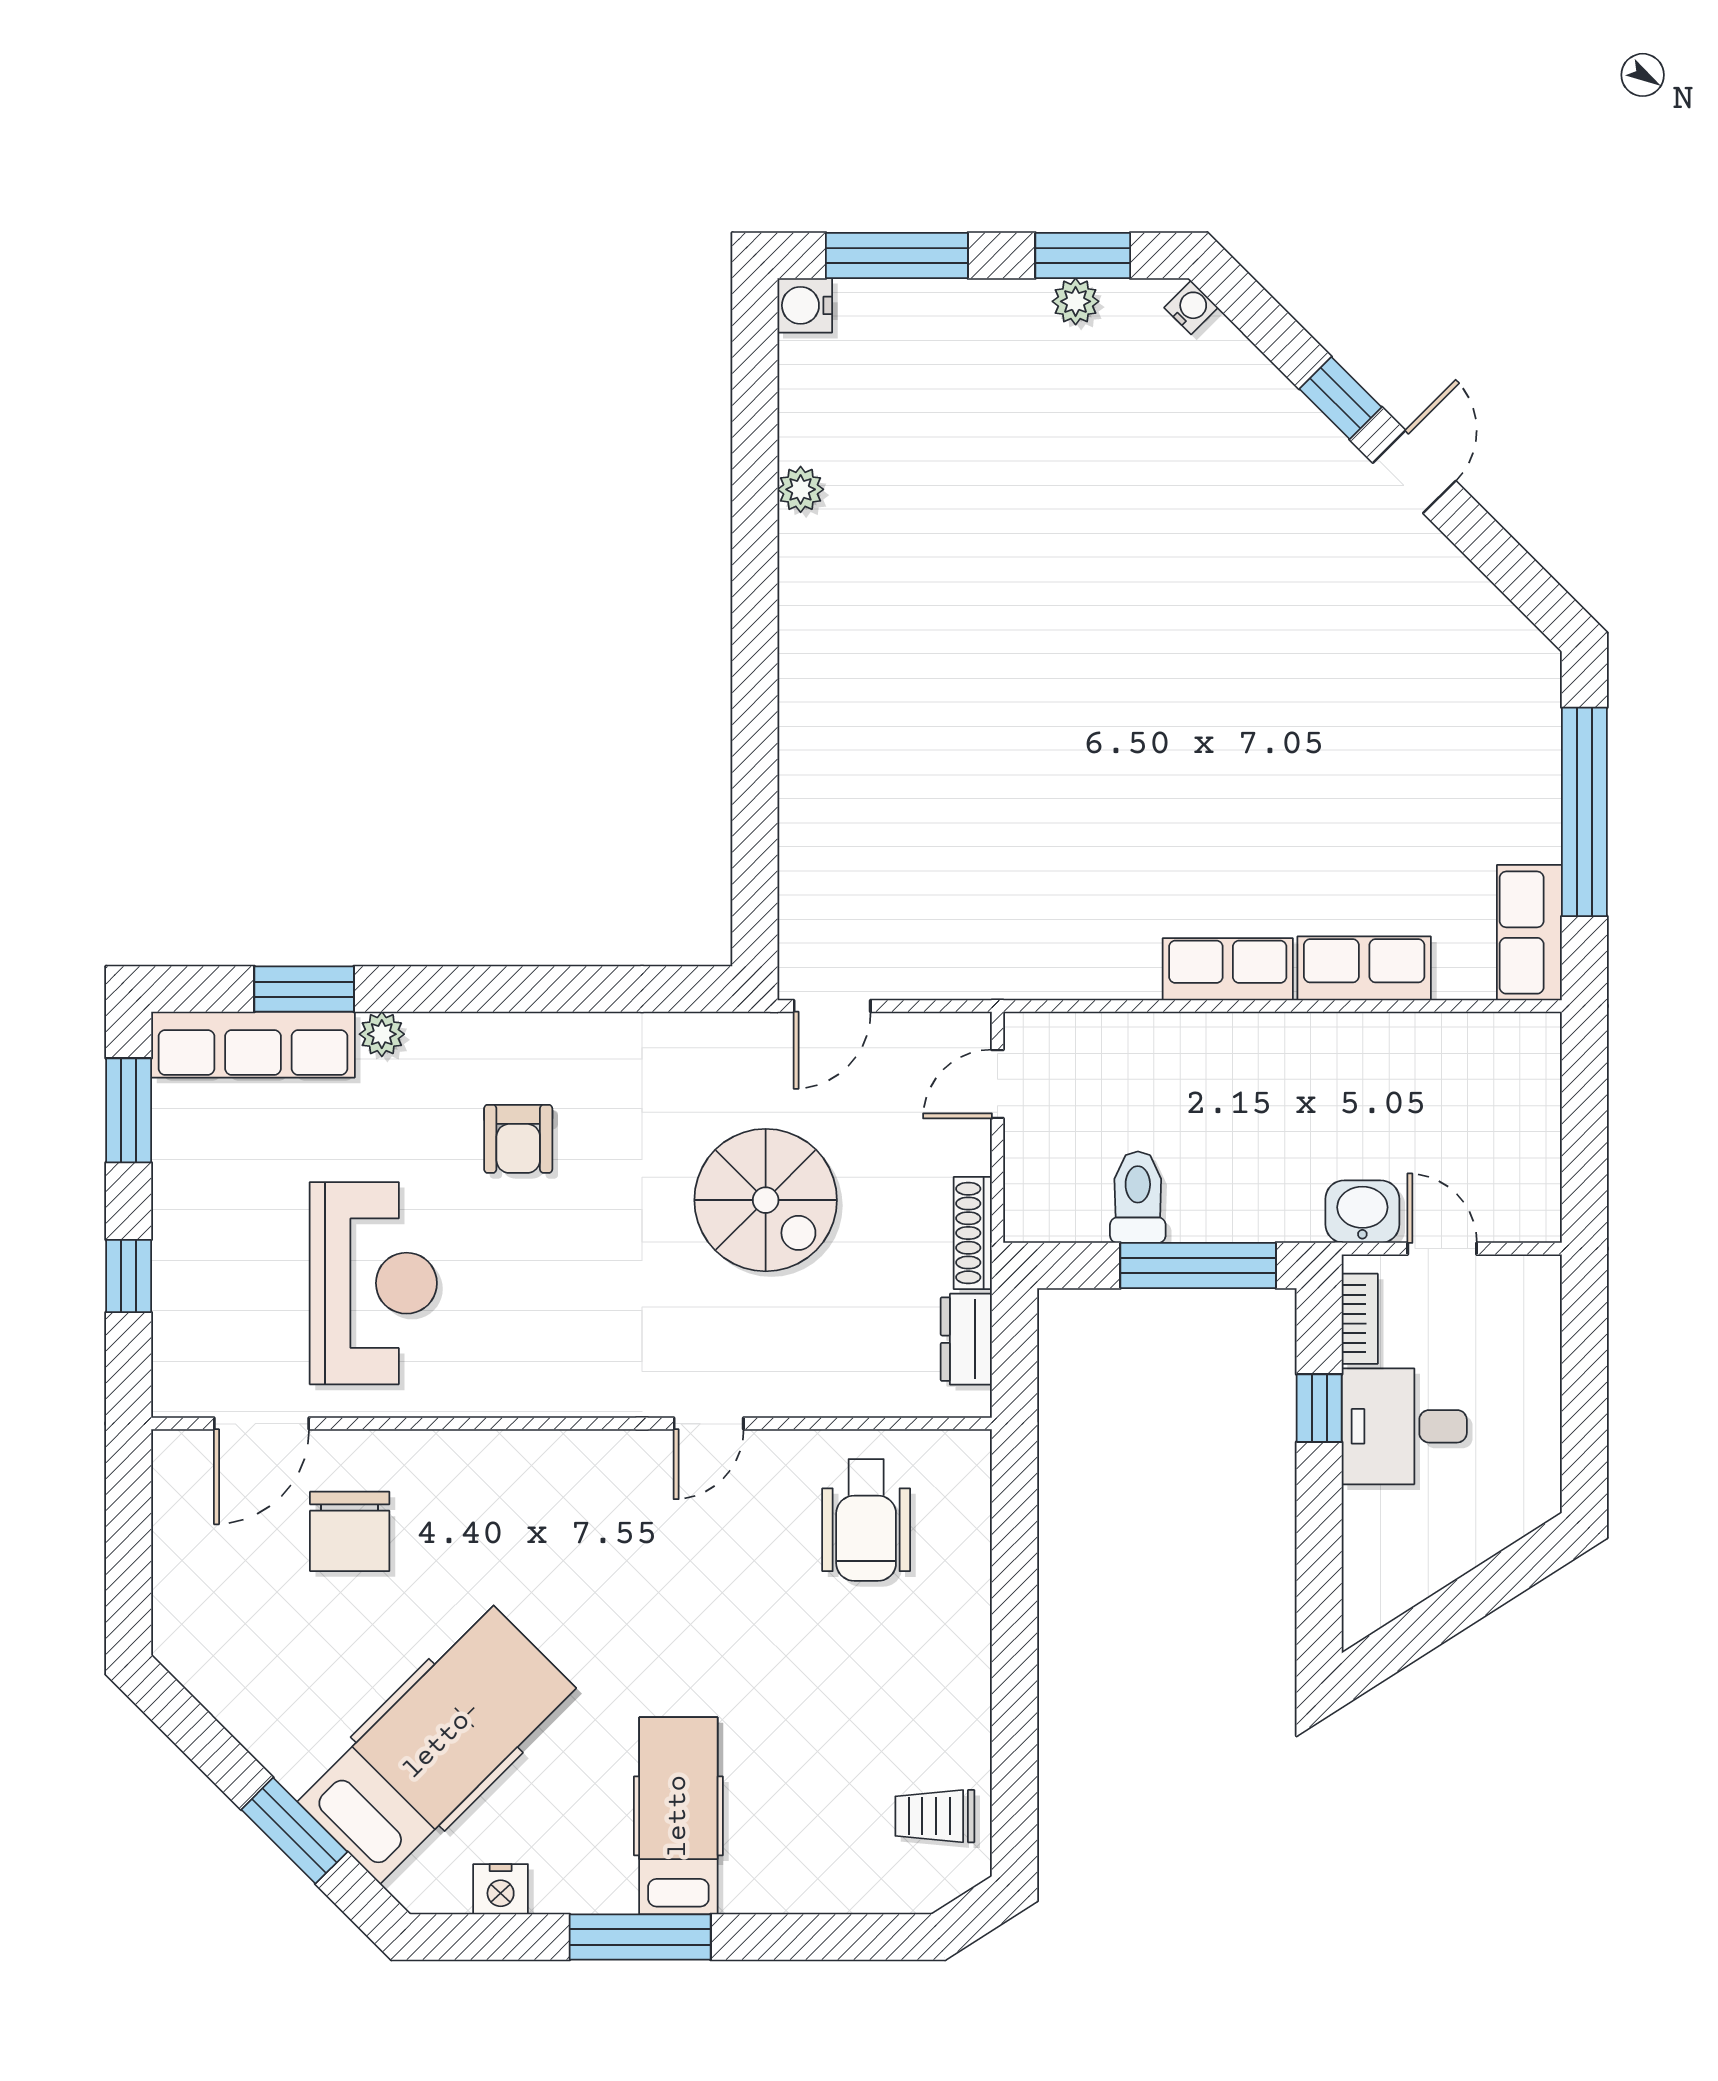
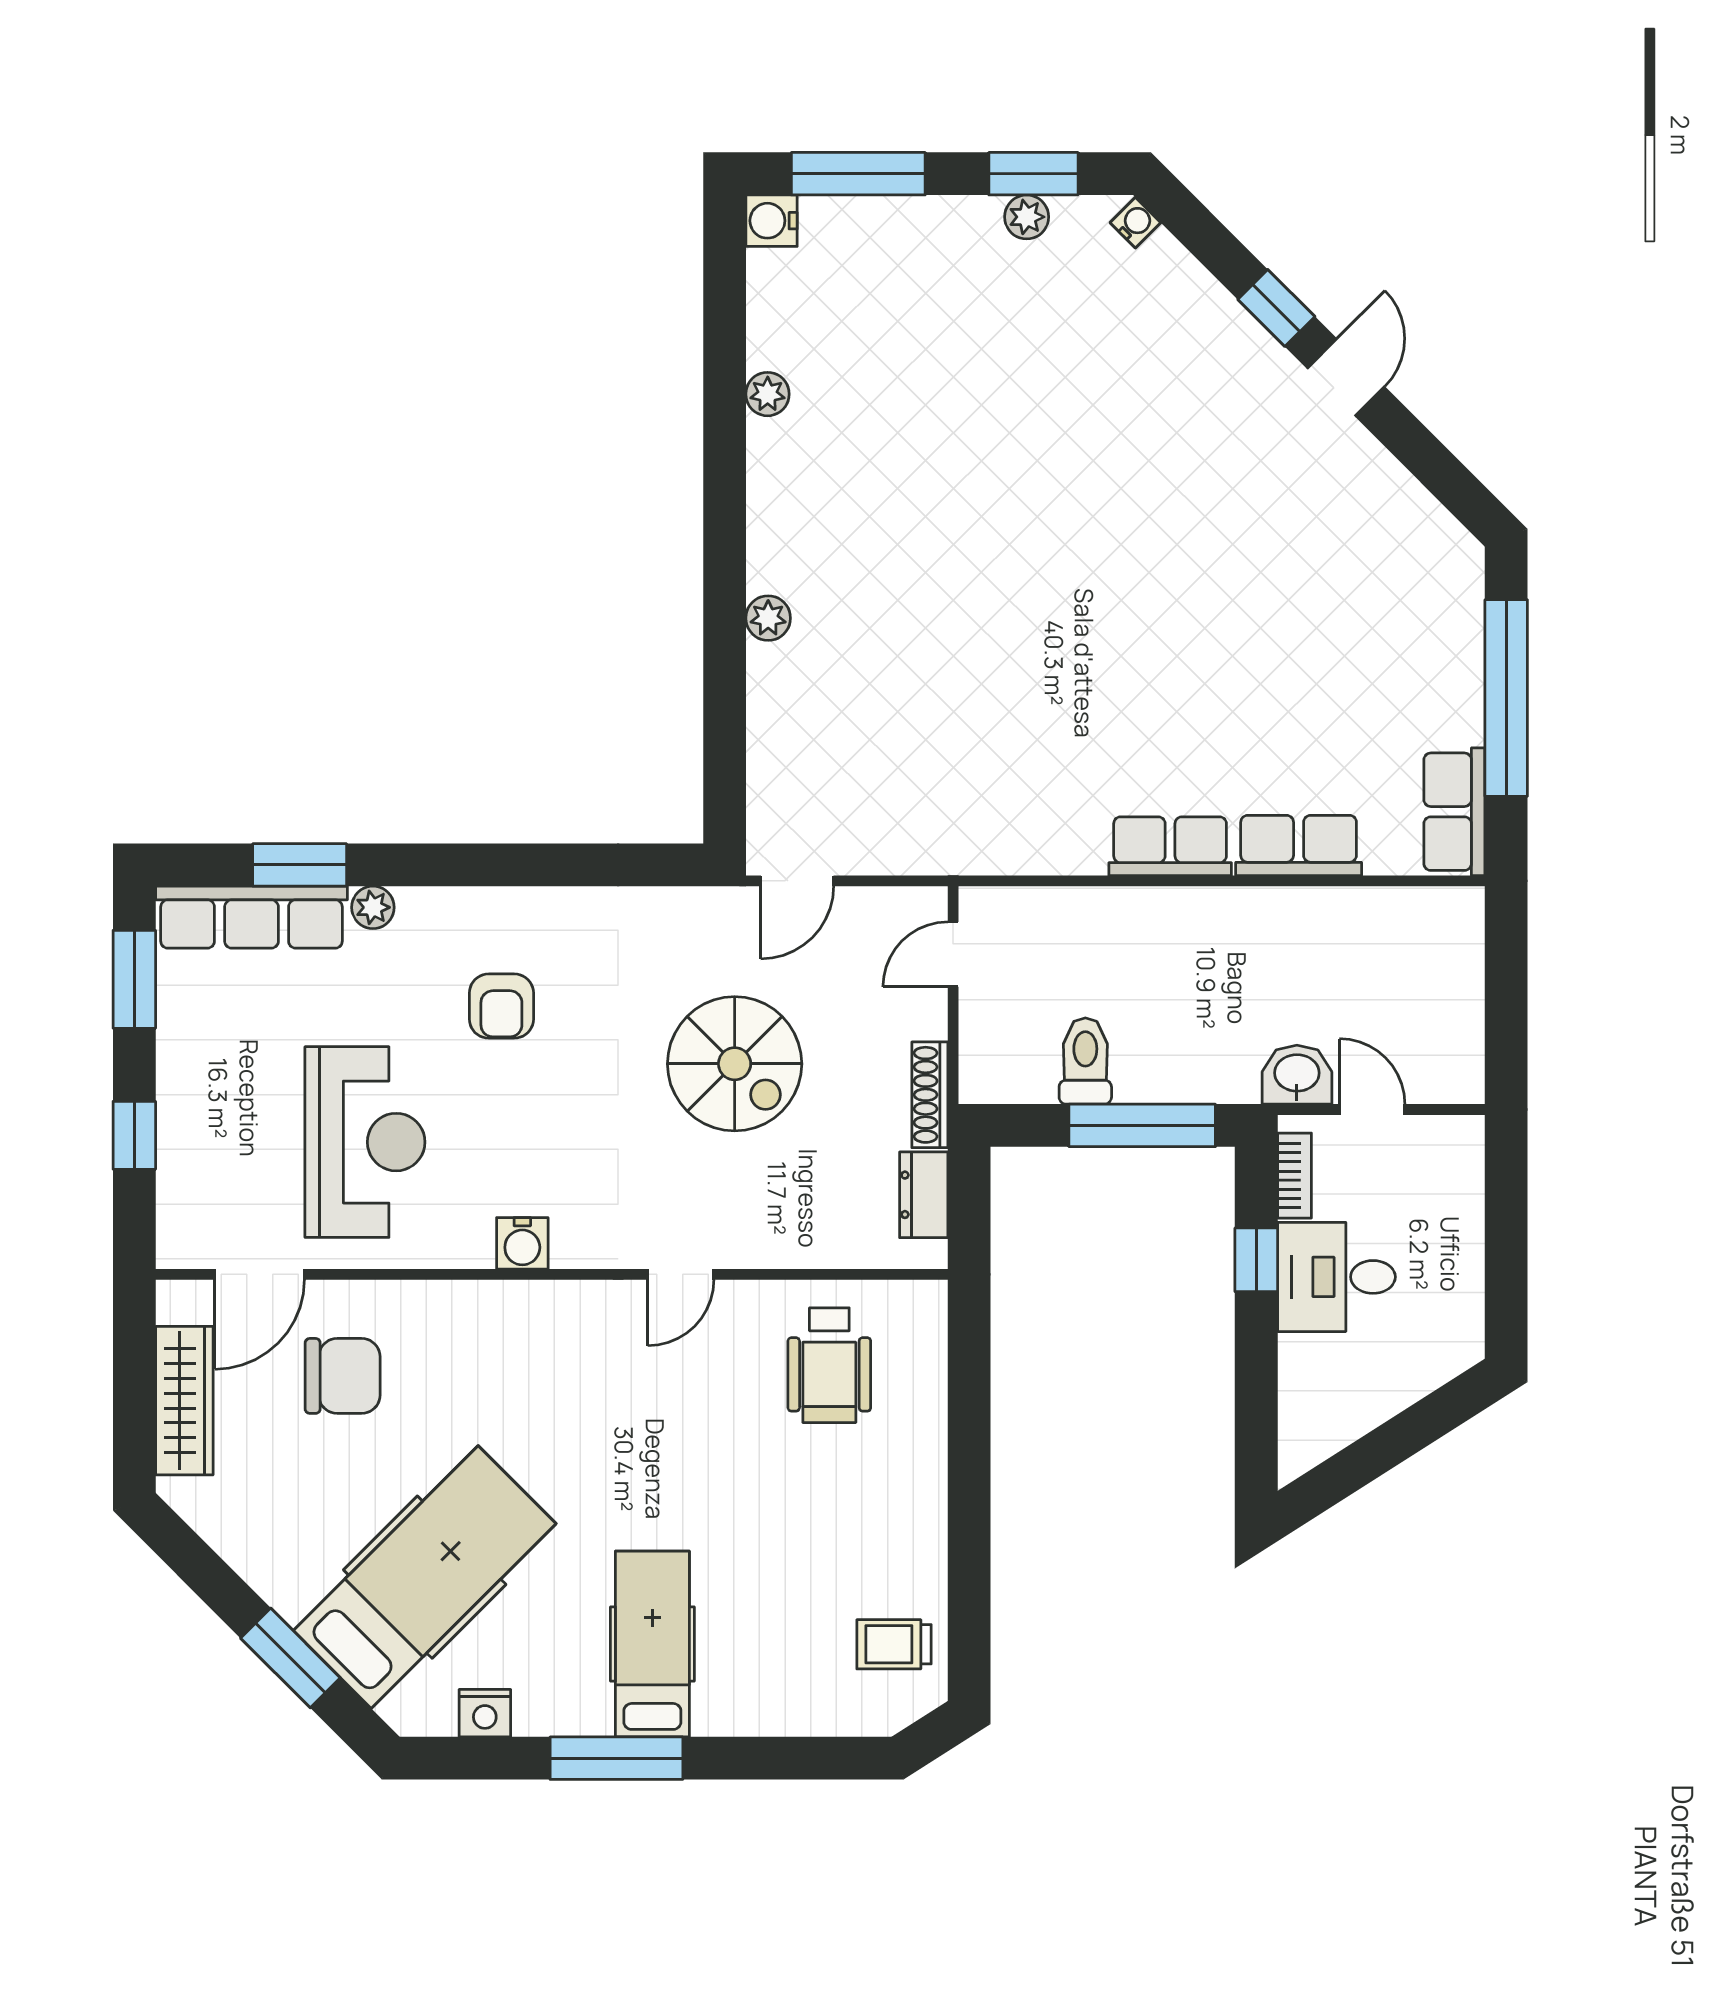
plant: (801, 727) -> (768, 618), added
water cooler: (540, 1391) -> (522, 1243), added
chair: (350, 1531) -> (343, 1376), turned -90
wardrobe: (182, 1558) -> (184, 1401), added

